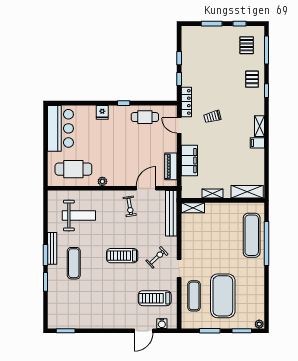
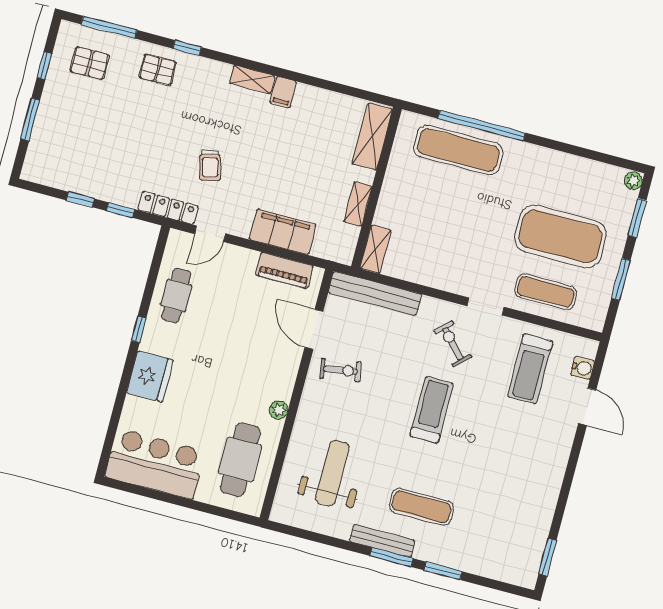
fridge: (102, 112) -> (150, 376), width x1.88, depth x1.34
treadmill: (122, 256) -> (432, 410), turned 180

